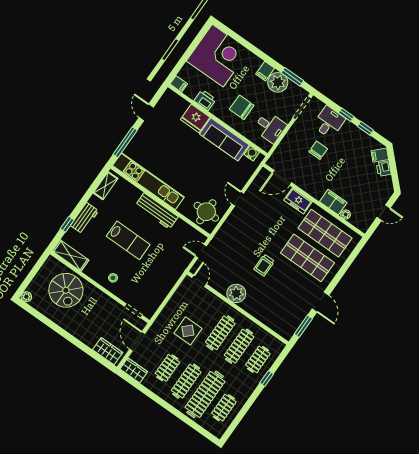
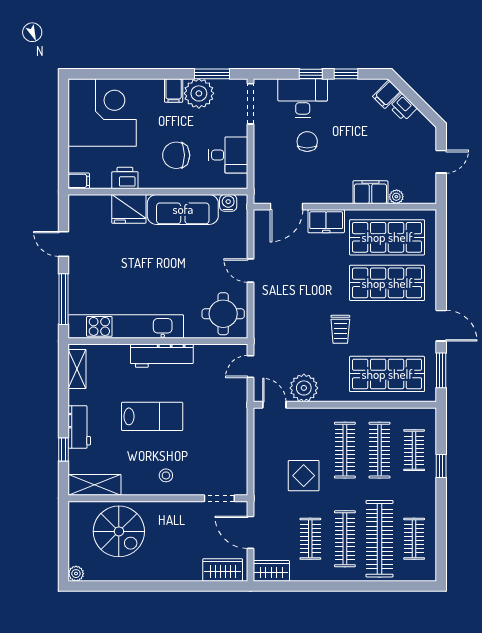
desk: (329, 122) -> (303, 98), width x1.37
plant: (236, 293) -> (304, 388), moved
shop shelf: (272, 308) -> (387, 374), added

